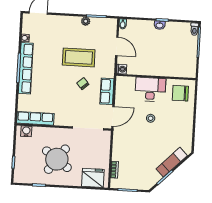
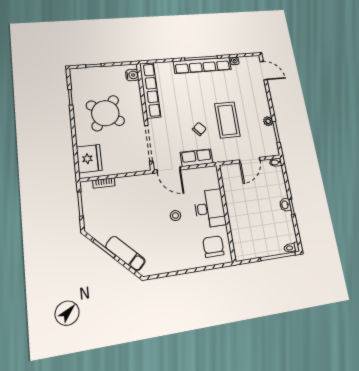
washing machine: (121, 69) -> (226, 170), removed
row of seats: (35, 118) -> (150, 90), width x1.36

